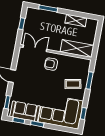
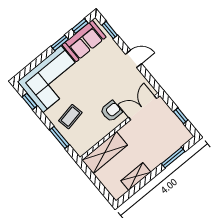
double door: (35, 48) -> (143, 108), swing flipped

